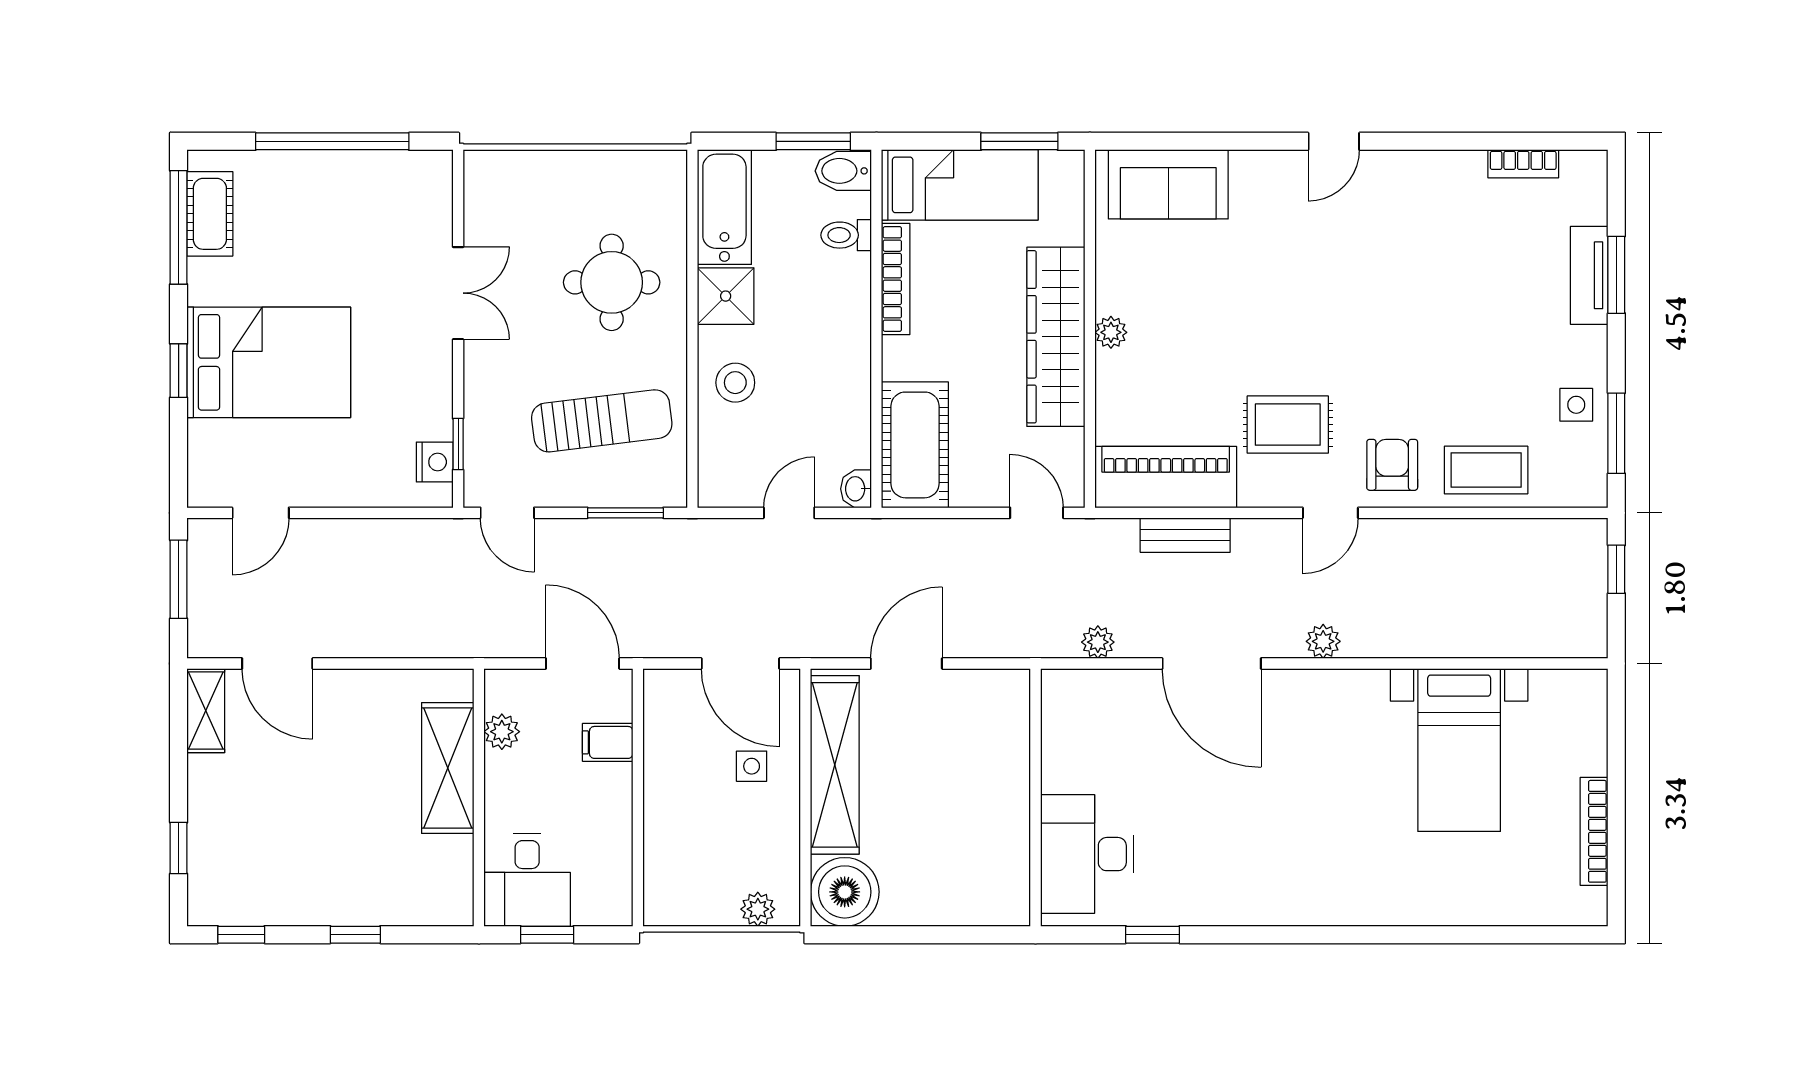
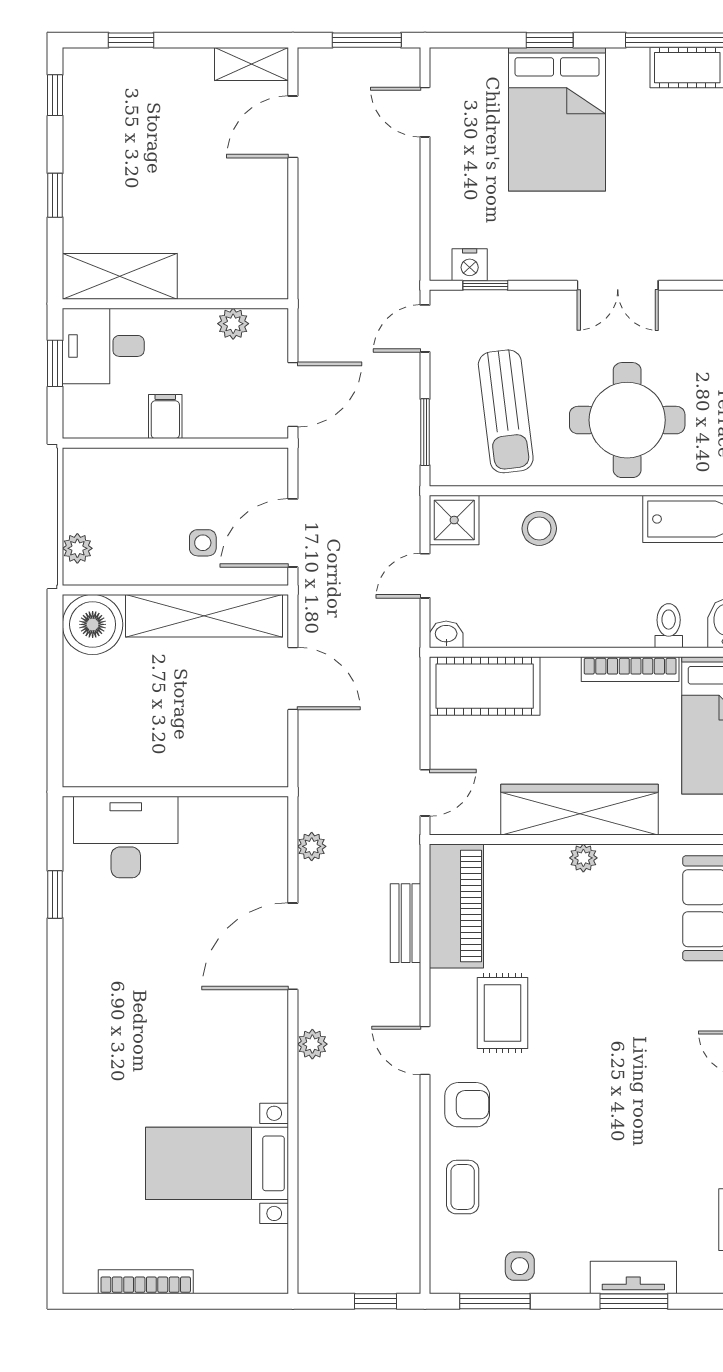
round table: (612, 282) -> (627, 420), width x1.36, depth x1.36
shower: (726, 296) -> (454, 520), moved
coffee table: (1486, 470) -> (463, 1187), width x0.73, depth x0.77
door: (789, 513) -> (425, 576), swing flipped
filing cabinet: (608, 742) -> (165, 417), moved
shelving: (448, 768) -> (120, 276), moved

